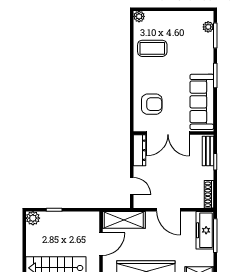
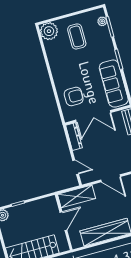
plant: (139, 16) -> (49, 31), width x1.87, depth x1.87
coffee table: (152, 48) -> (77, 36), moved, turned 90

